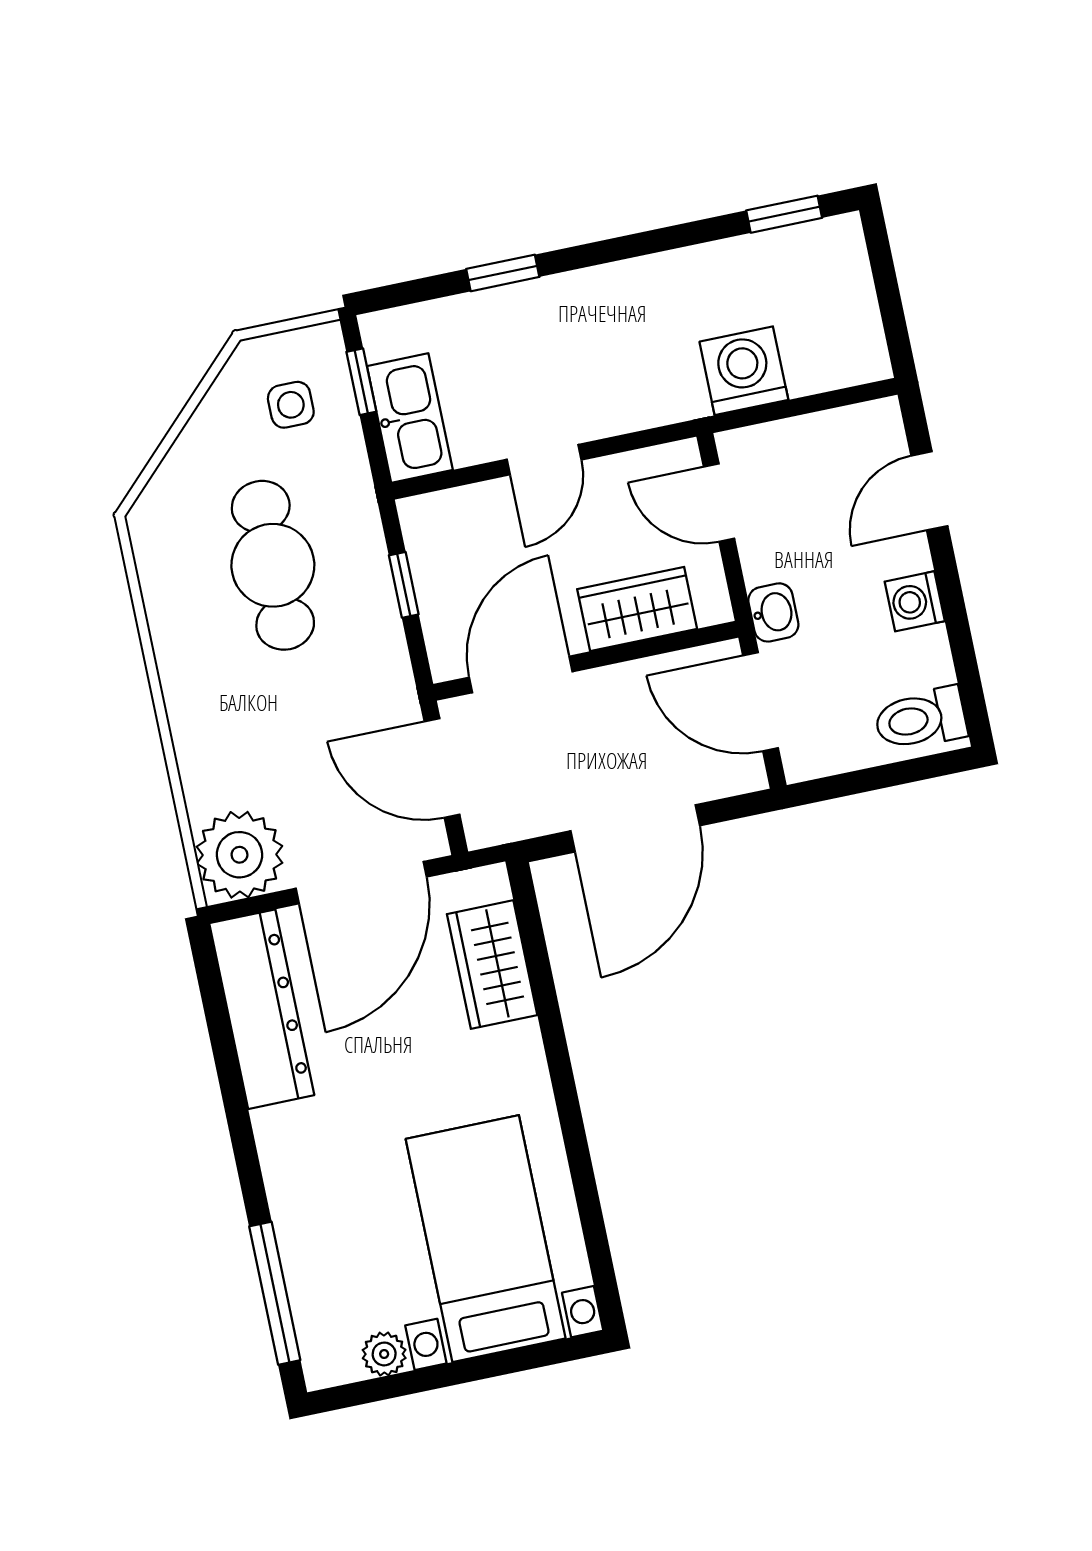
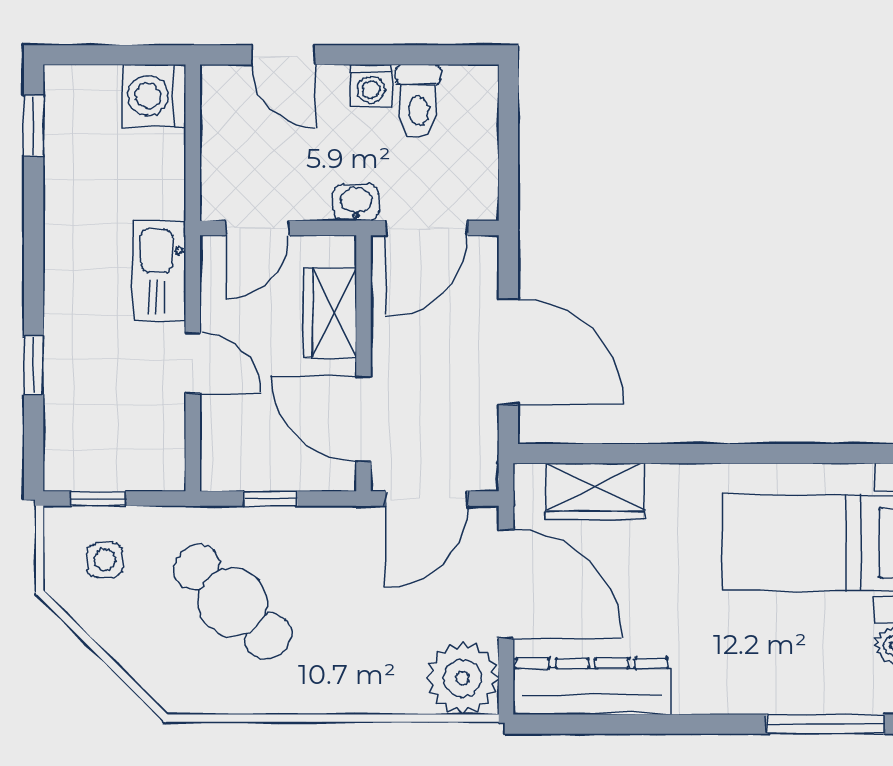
washing machine: (744, 371) -> (154, 96), moved
kitchen sink: (410, 418) -> (159, 270), moved, turned -90
cafe table: (273, 565) -> (233, 602), turned 44
toilet: (921, 719) -> (418, 101), moved

